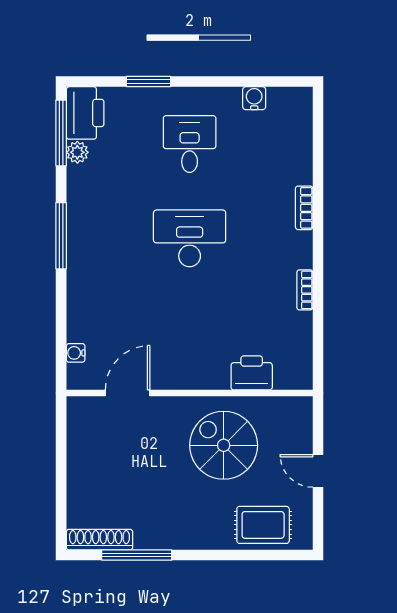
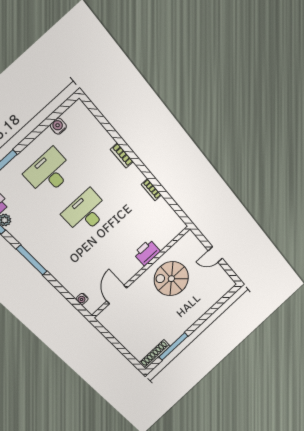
desk: (190, 144) -> (49, 172), width x1.37
printer: (252, 373) -> (147, 253), moved
rug: (263, 525) -> (211, 293), removed

